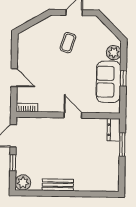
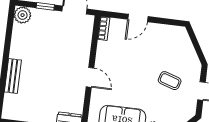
door: (73, 115) -> (90, 77), hinge flipped
bench: (58, 185) -> (13, 76), moved

